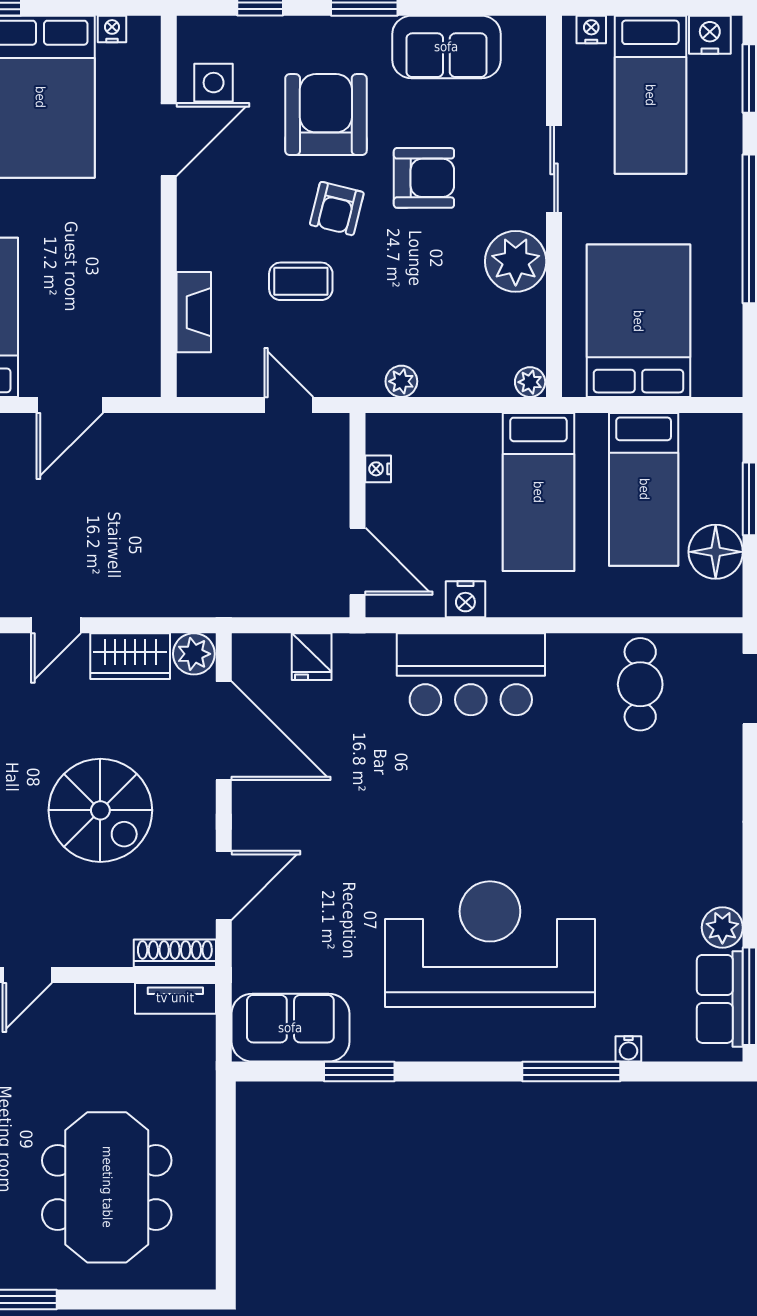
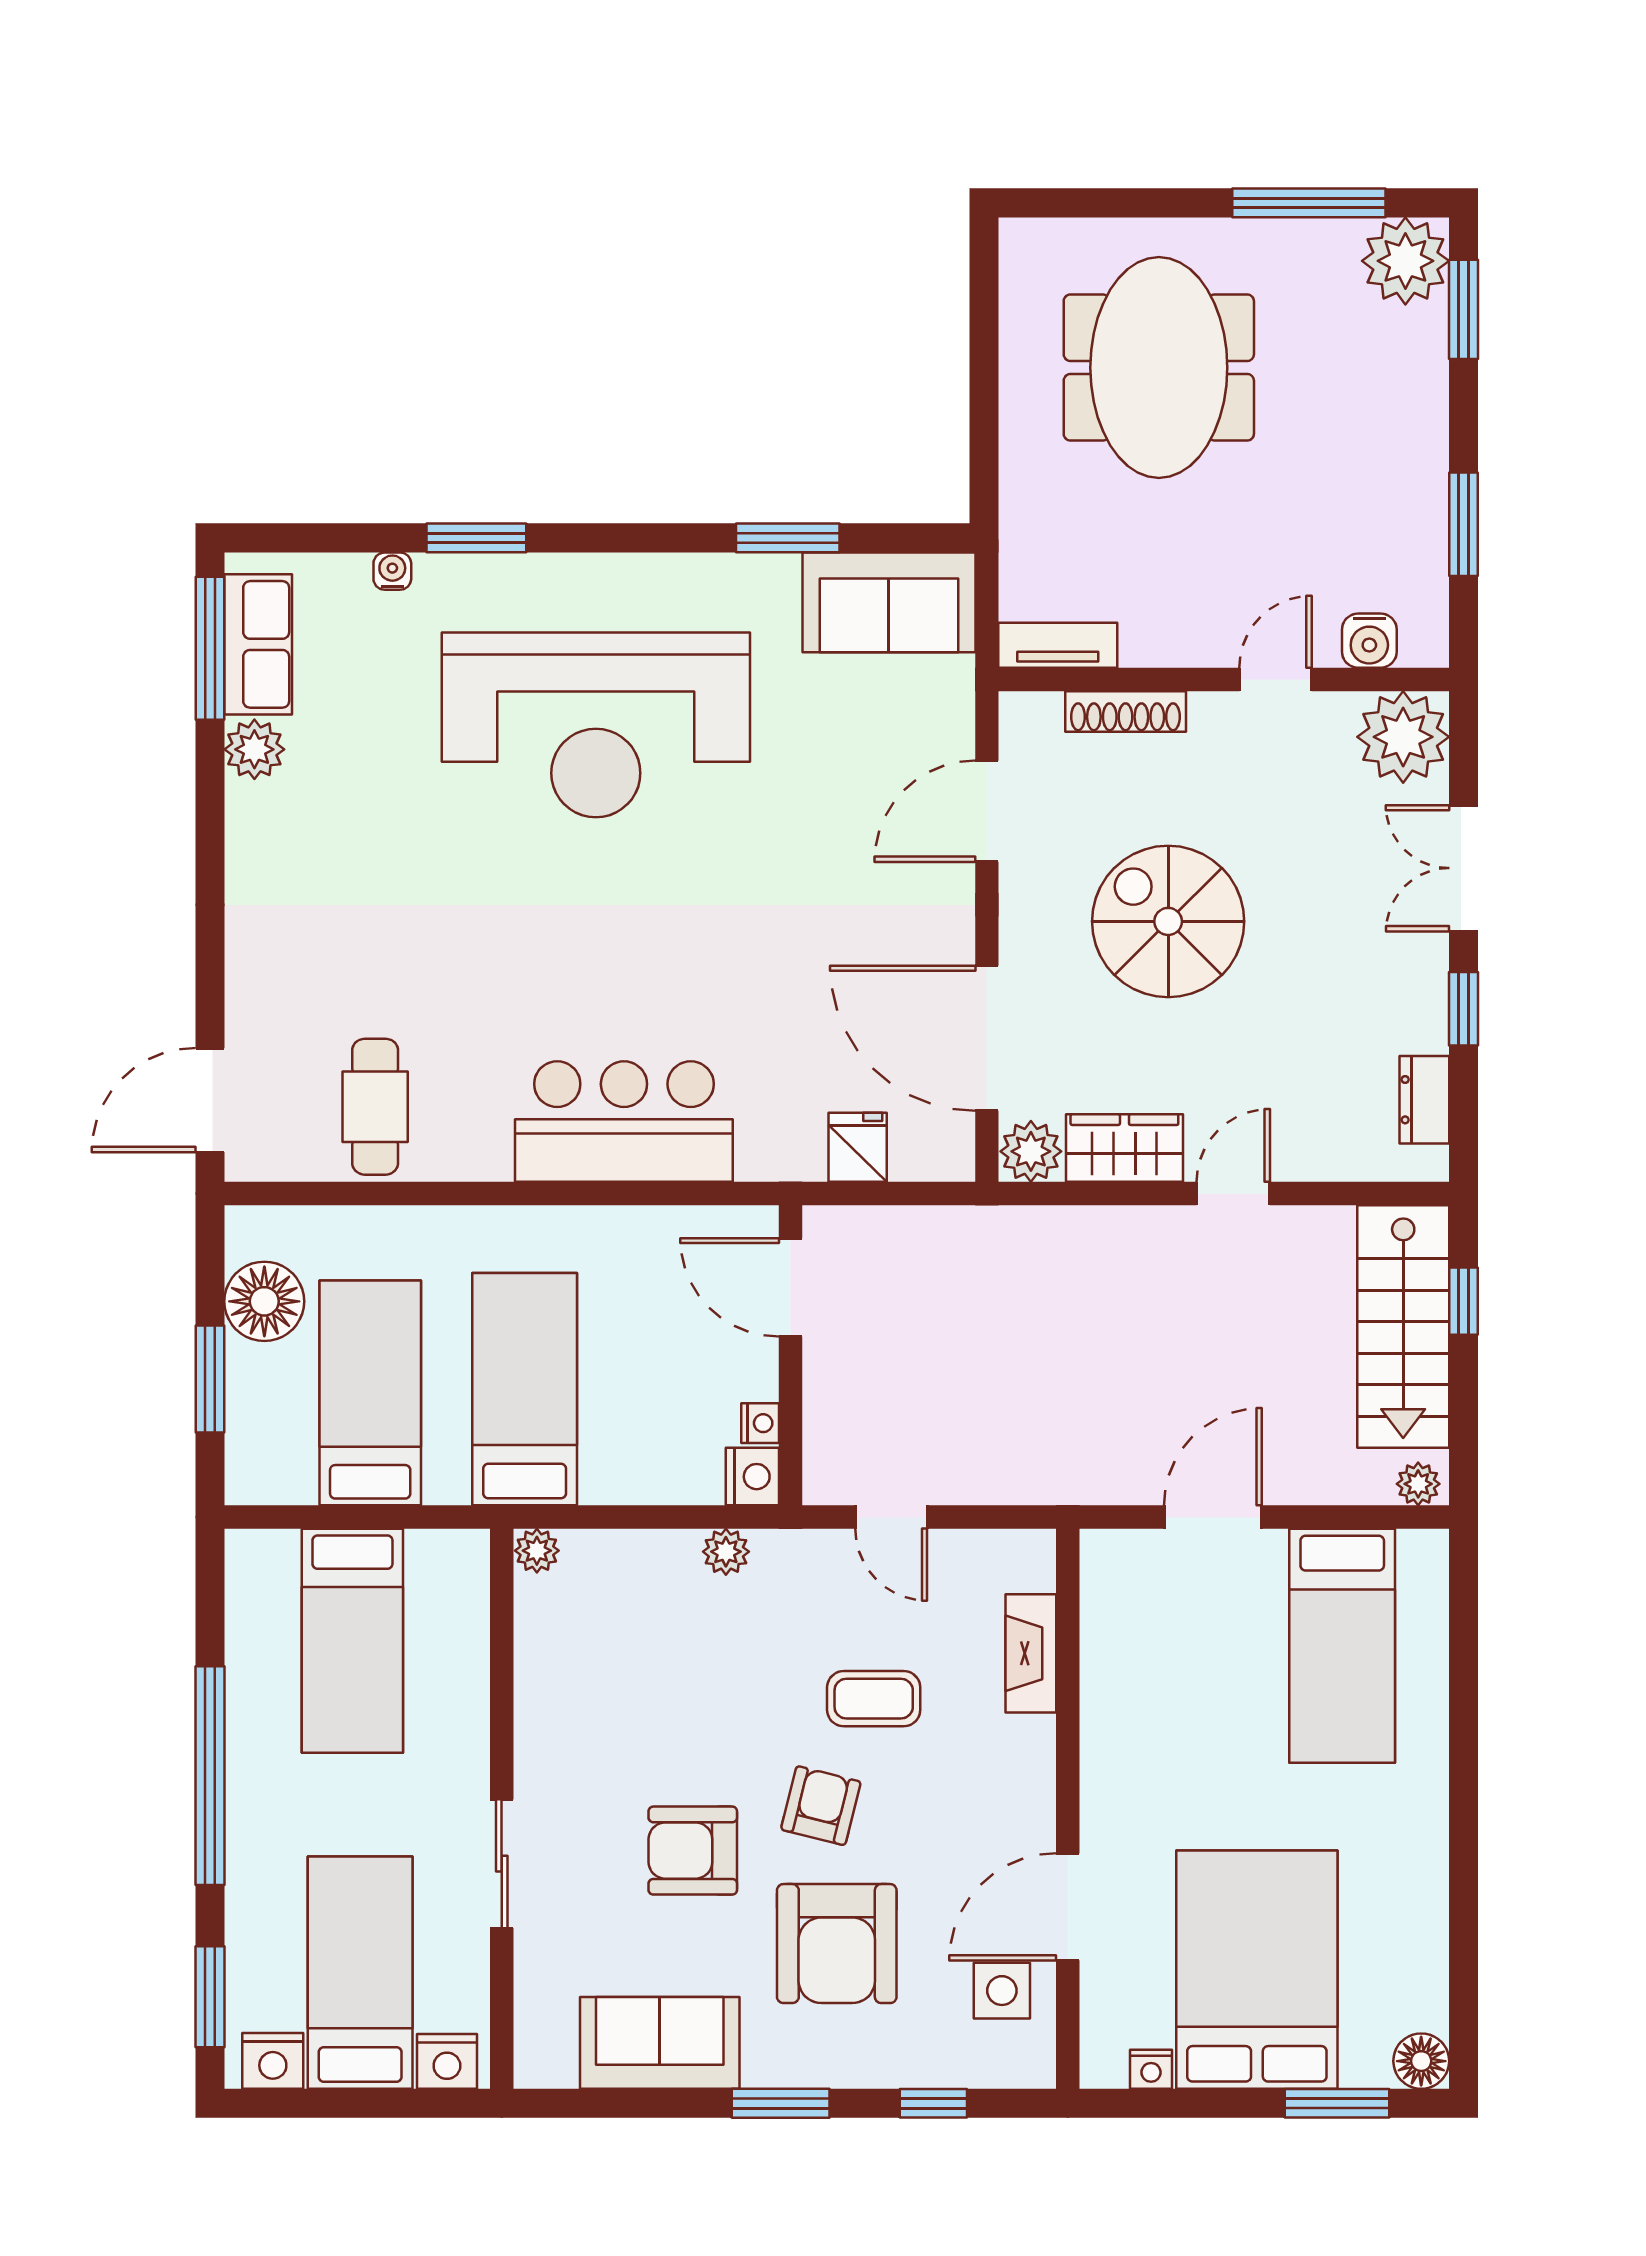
nightstand: (591, 30) -> (447, 2061), width x1.39, depth x1.35
plant: (516, 261) -> (558, 1728), removed
bed: (638, 321) -> (352, 1641), width x0.67
nightstand: (465, 599) -> (752, 1477), moved, turned 90
shoe rack: (175, 953) -> (1126, 711), moved
window: (571, 1071) -> (476, 538), width x0.69

